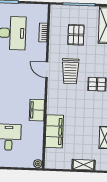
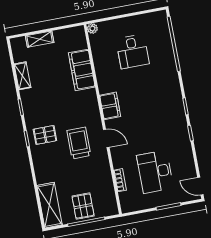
pallet: (76, 35) -> (83, 206), moved
filing cabinet: (37, 110) -> (110, 106), moved

